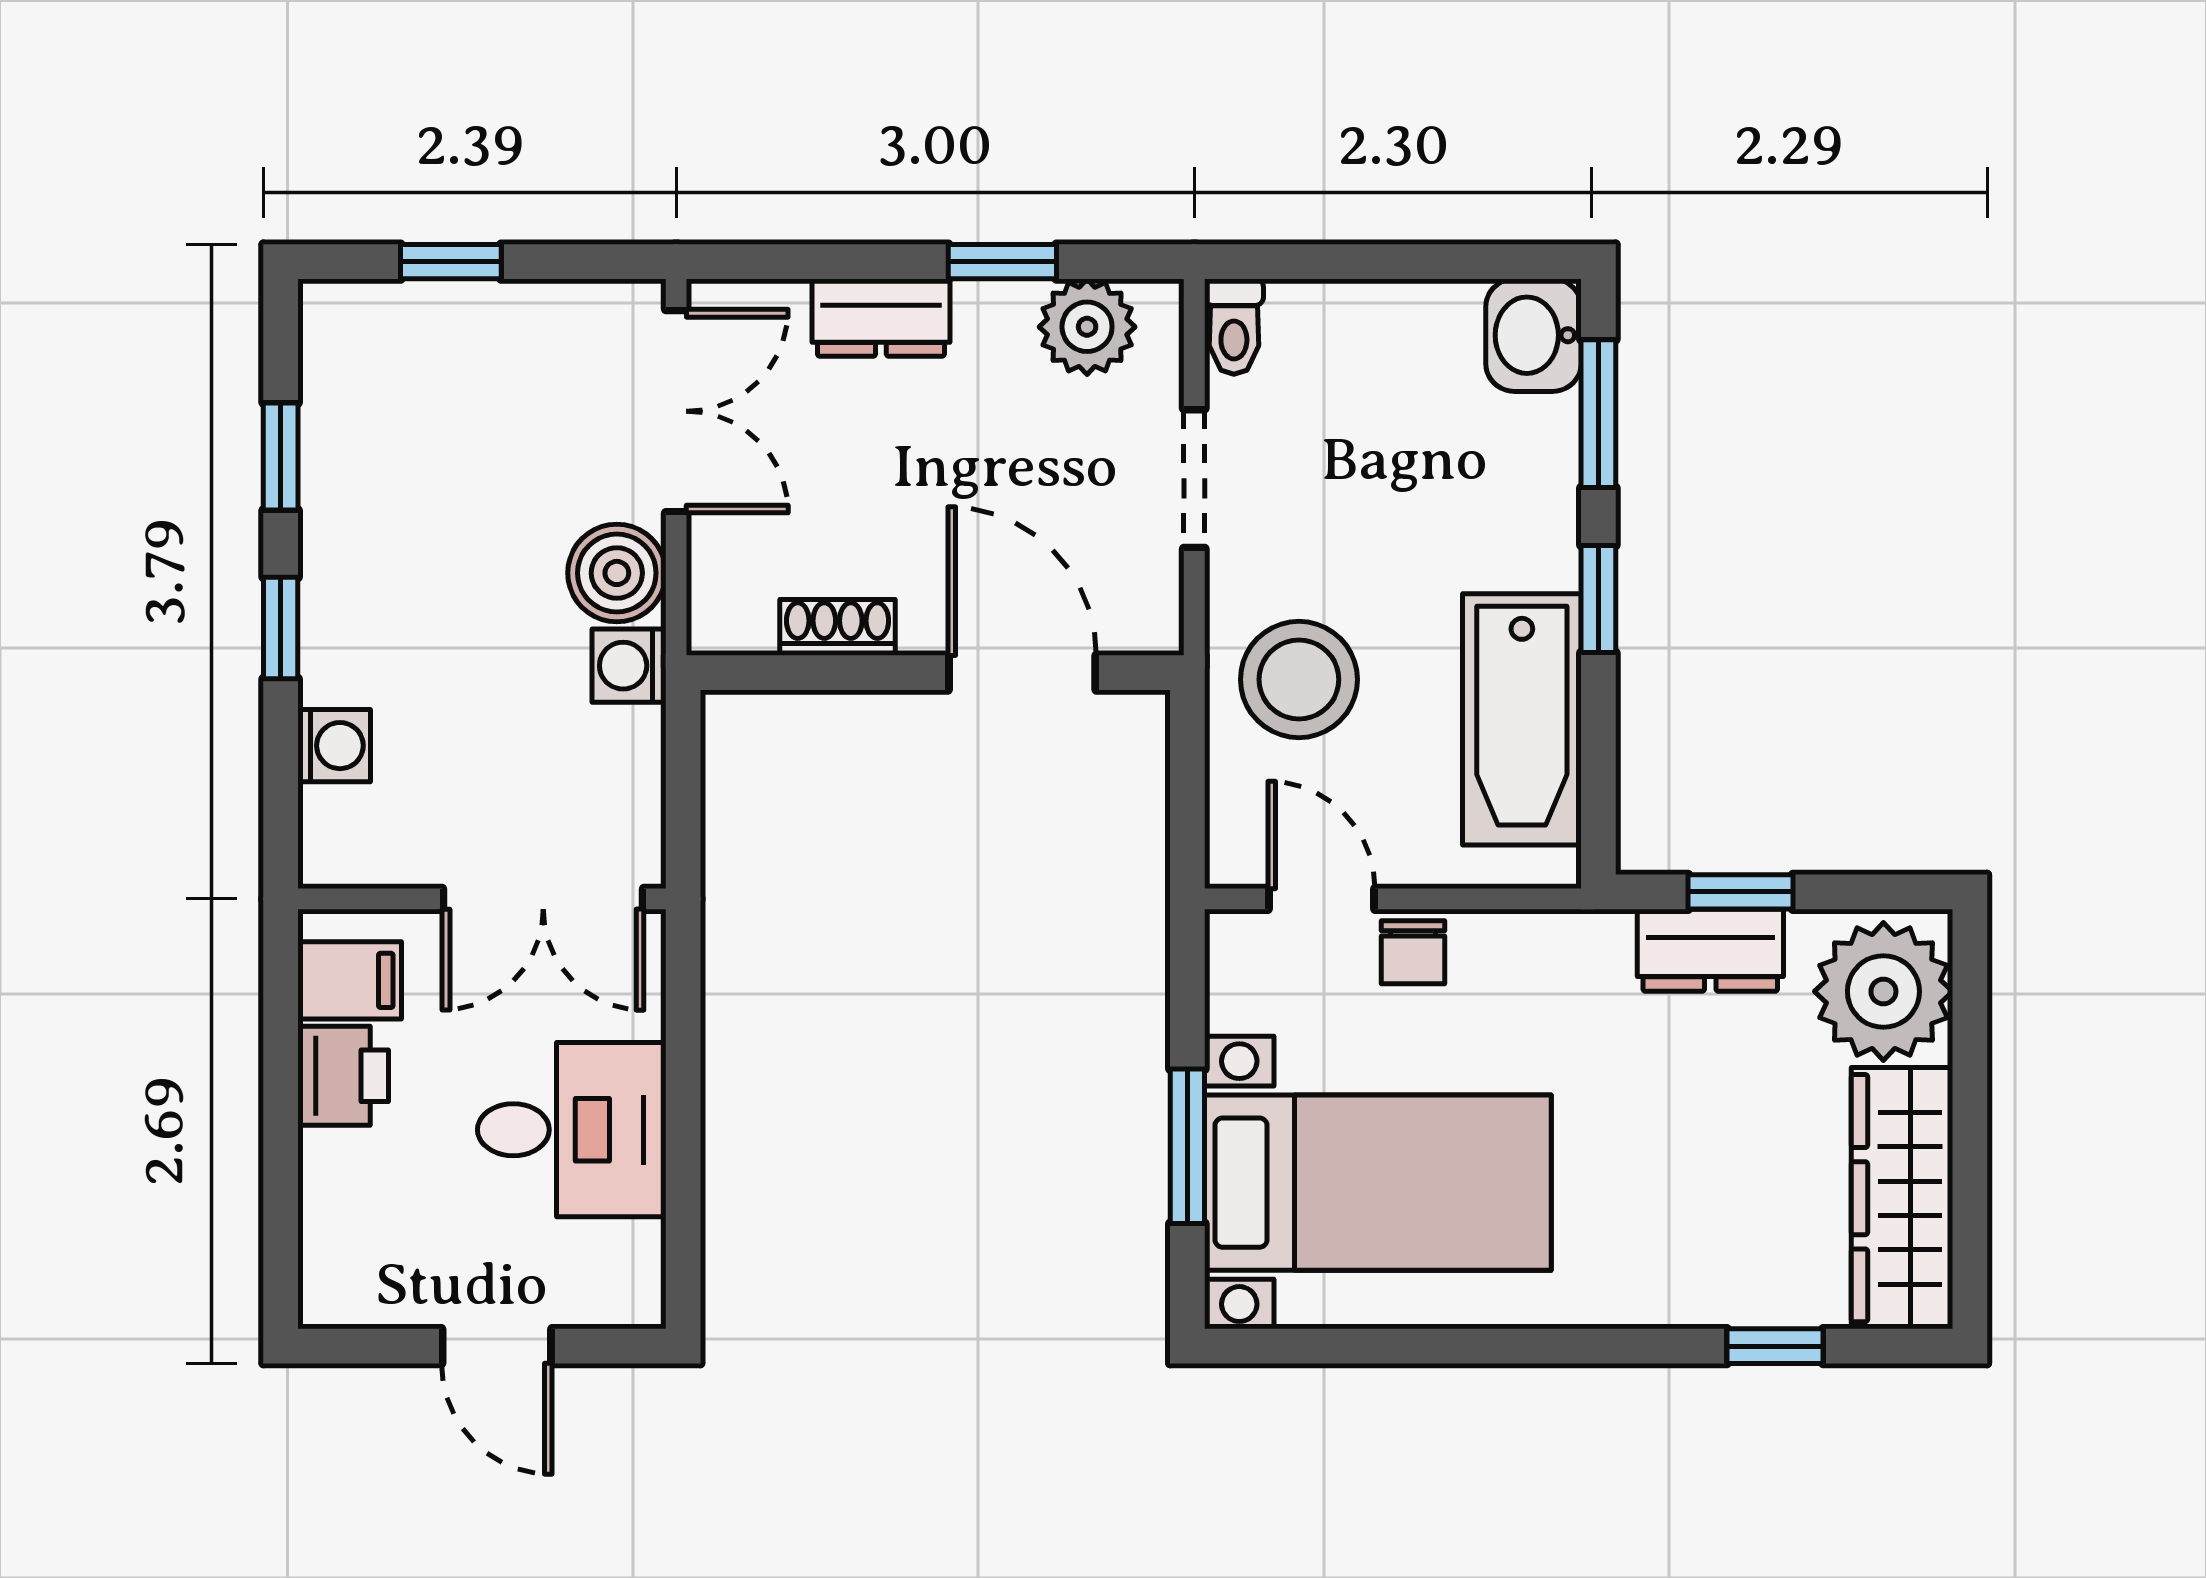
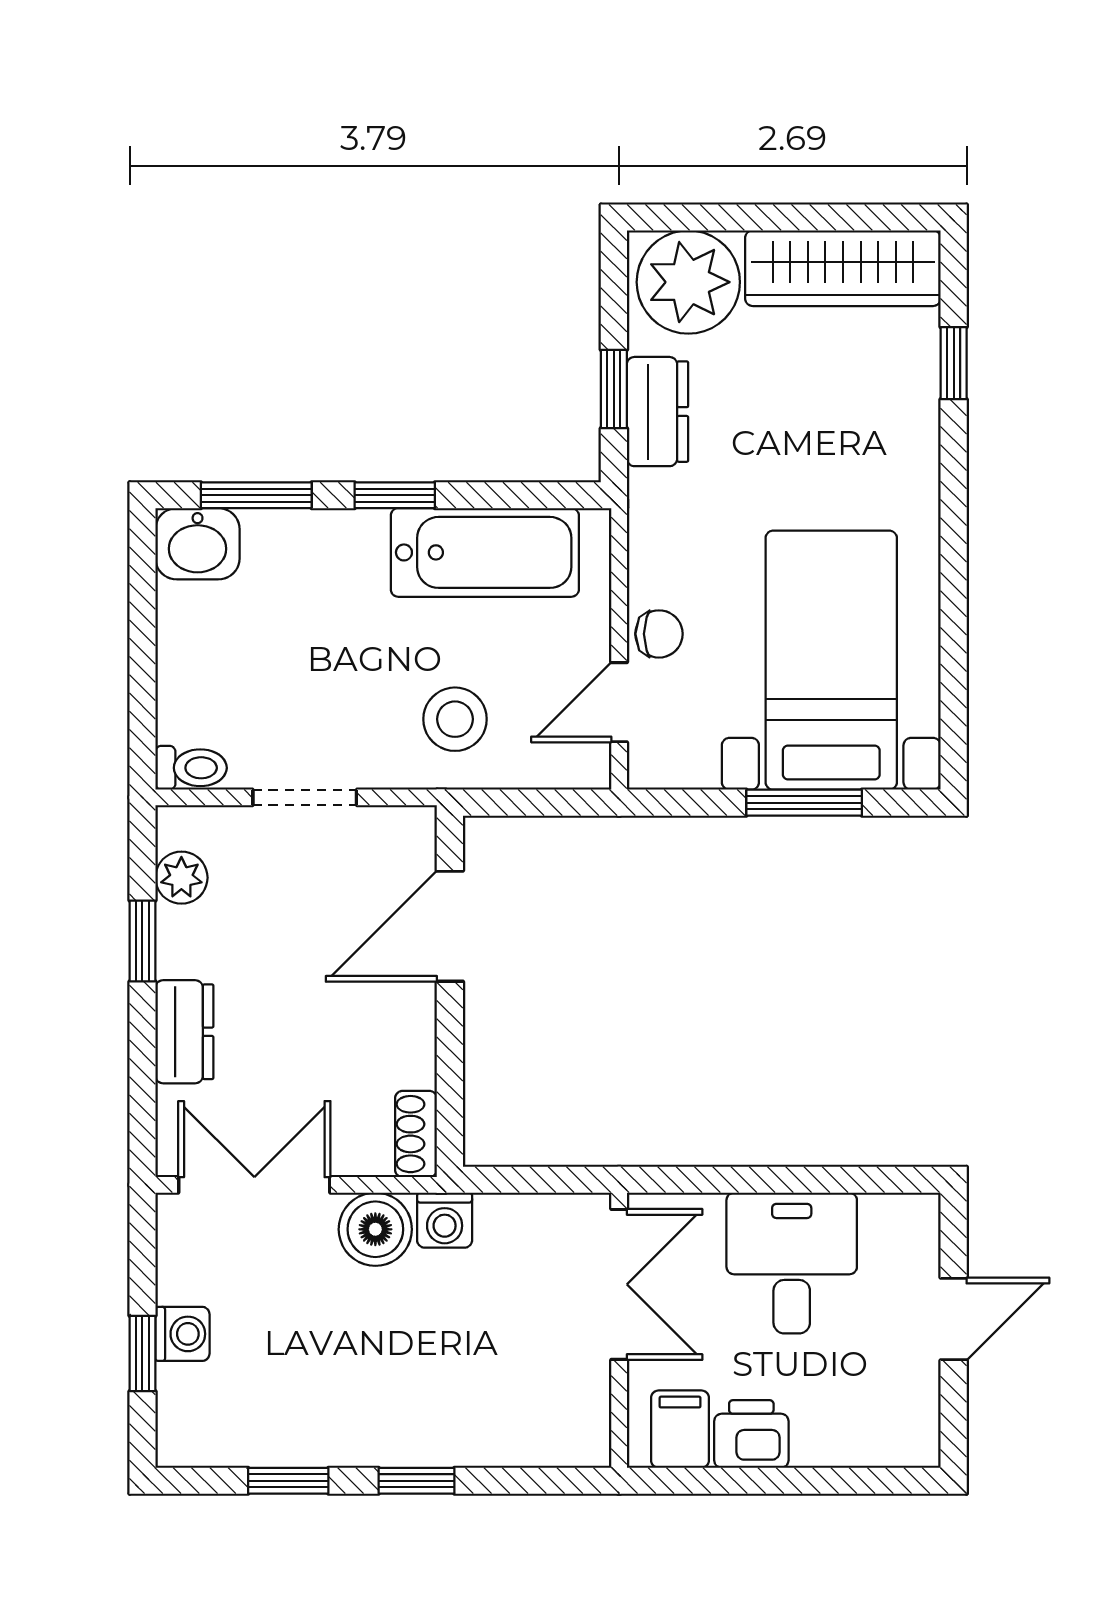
plant: (1087, 327) -> (181, 878), width x0.73, depth x0.73
shoe rack: (838, 627) -> (416, 1134), moved
stool: (1299, 679) -> (455, 719), width x0.73, depth x0.73
washing machine: (334, 746) -> (182, 1334), moved, turned 90

